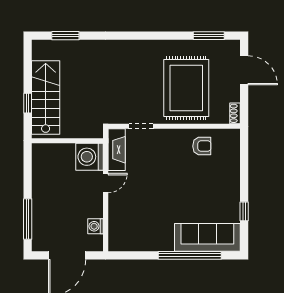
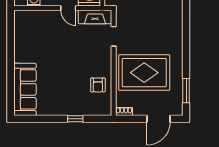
window: (244, 211) -> (75, 119), moved
window: (190, 255) -> (11, 75), removed

